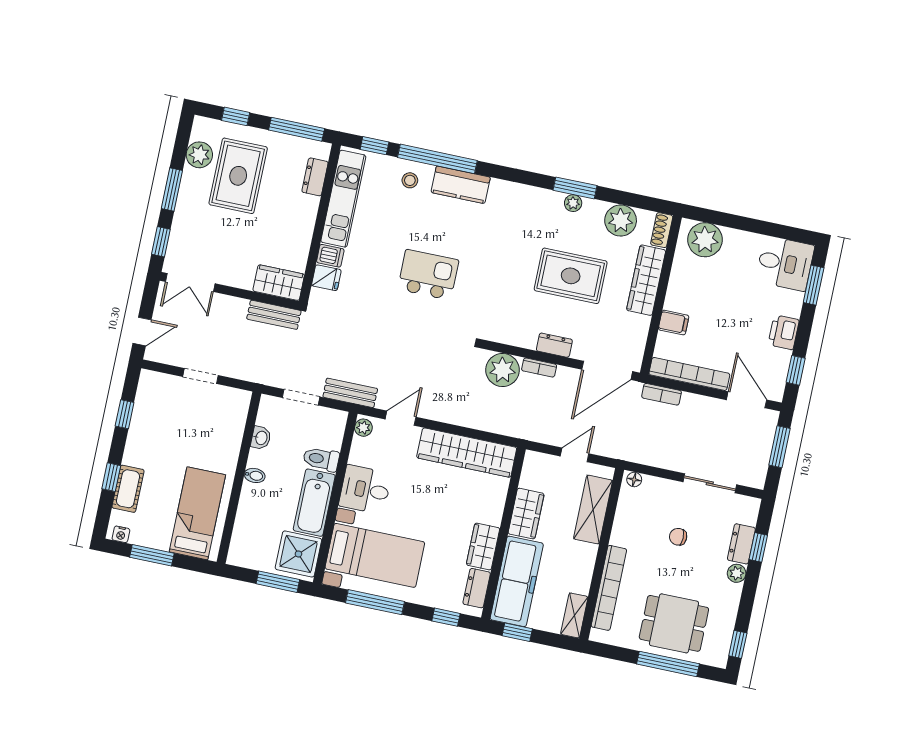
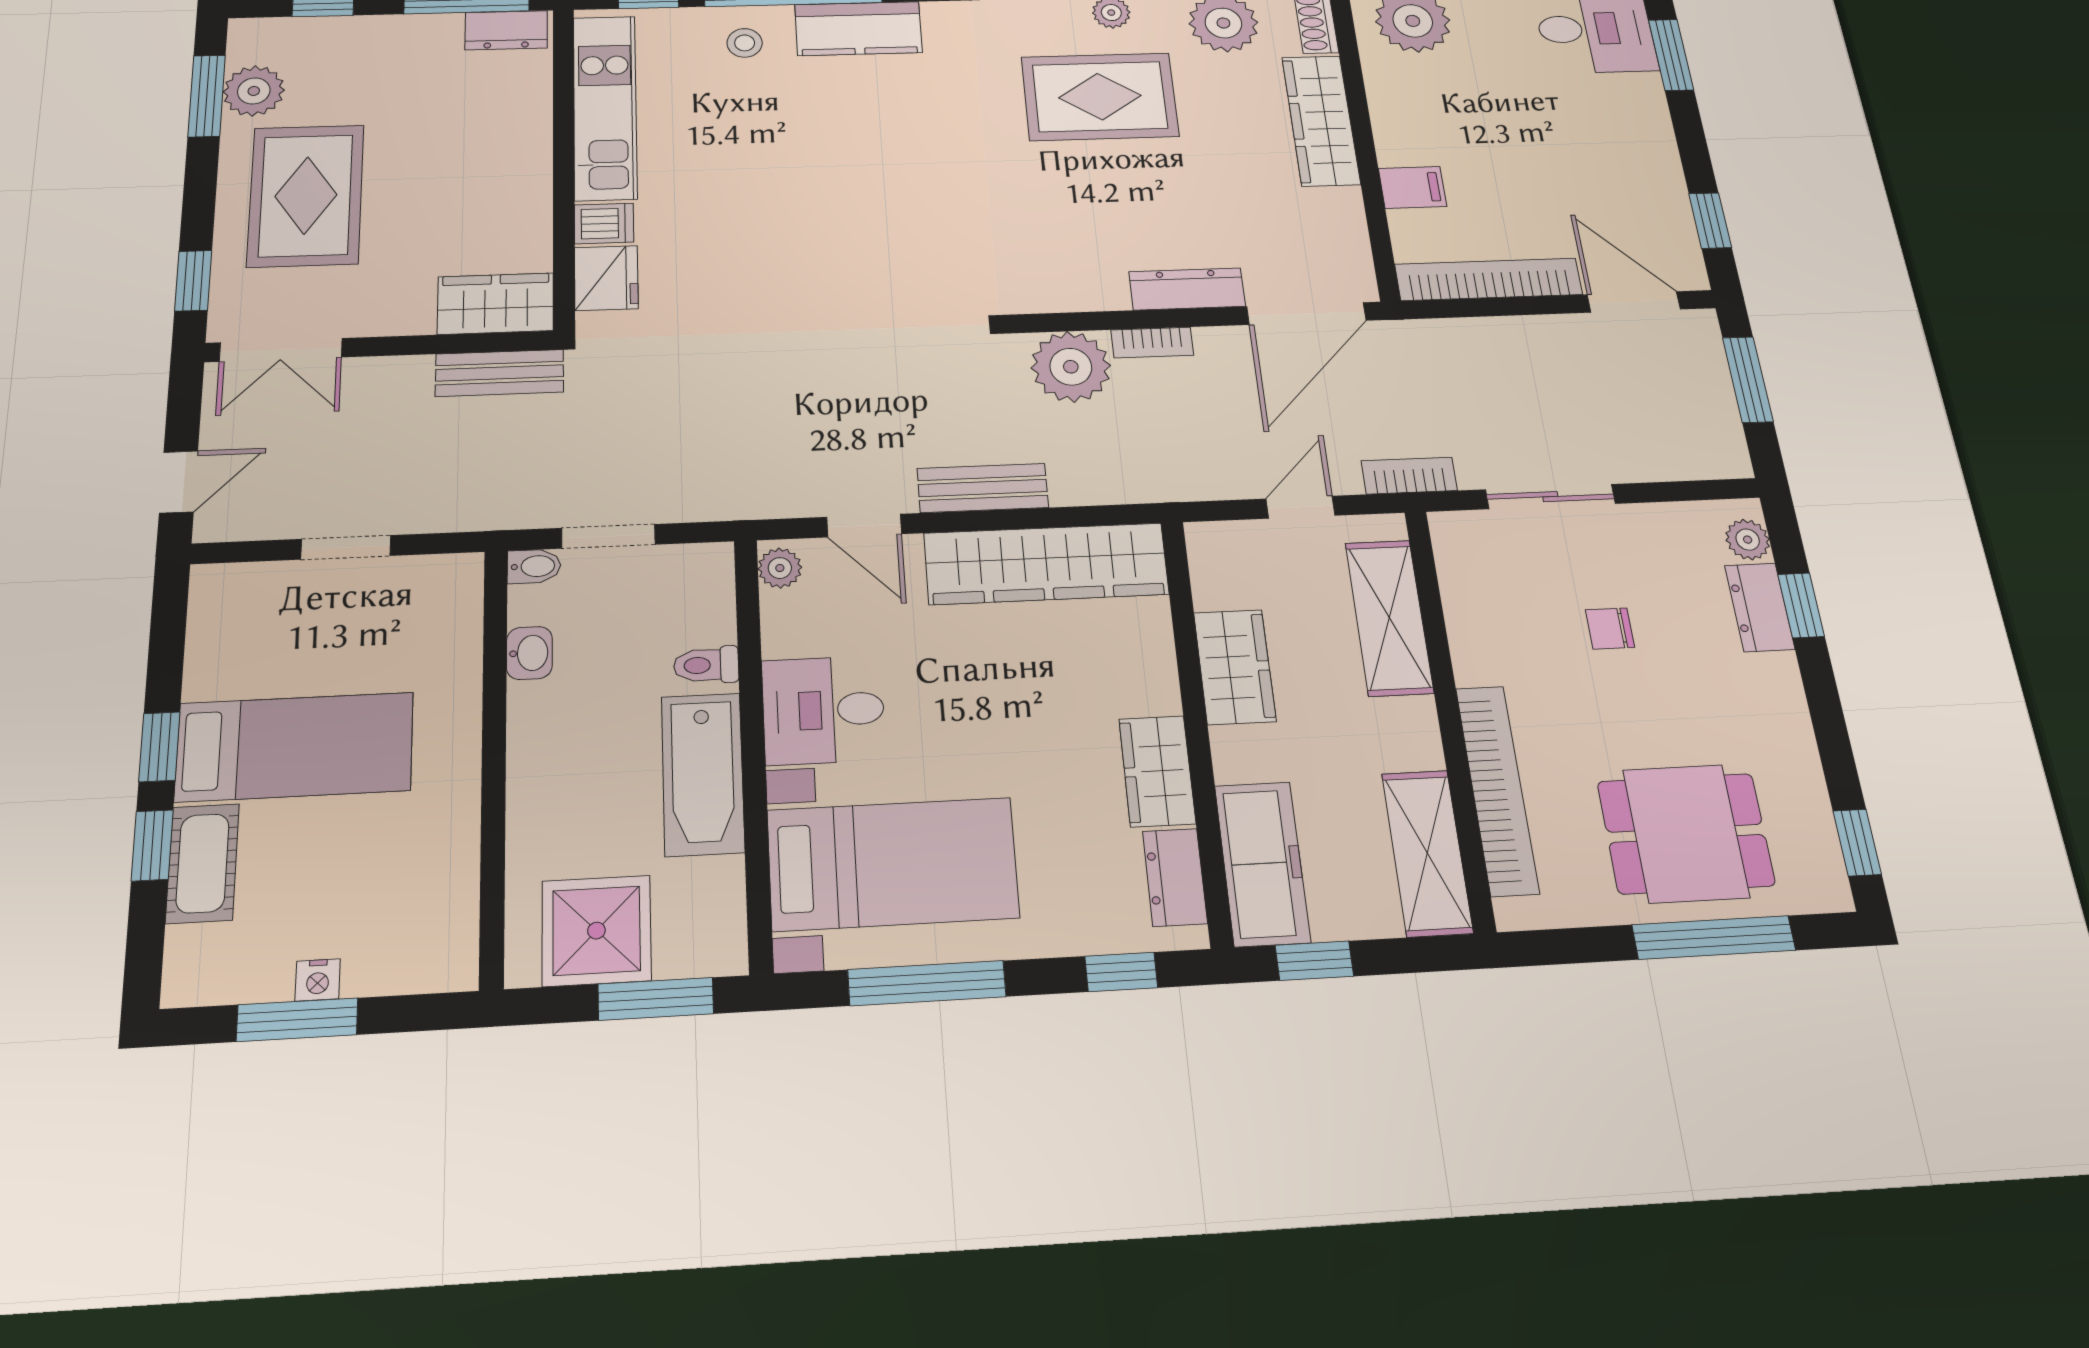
rug: (238, 176) -> (306, 195), moved
dresser: (315, 177) -> (506, 30), moved, turned -90
window: (172, 190) -> (207, 96), moved
kitchen island: (428, 275) -> (840, 213), removed
rug: (571, 276) -> (1100, 97), moved
fridge: (326, 278) -> (606, 278), width x1.38
printer: (784, 332) -> (1651, 154), removed
dresser: (554, 345) -> (1187, 289), width x1.44
bench: (350, 393) -> (983, 488), moved
bookcase: (662, 394) -> (1409, 476), moved, turned 180
window: (125, 414) -> (159, 747), moved
door: (401, 418) -> (864, 526), swing flipped
toilet: (321, 459) -> (706, 665), width x0.73, depth x0.72
bidet: (255, 475) -> (534, 566), moved
floor lamp: (634, 479) -> (1457, 527), removed
sliding door: (710, 483) -> (1550, 497), moved
bed: (197, 513) -> (295, 747), moved, turned 90
nightstand: (121, 534) -> (318, 980), moved
shower: (298, 554) -> (596, 931), moved
plant: (737, 573) -> (1748, 540), moved
freezer: (517, 581) -> (1262, 864), width x0.73, depth x0.79
shelving: (574, 615) -> (1427, 853), width x1.50, depth x1.33

